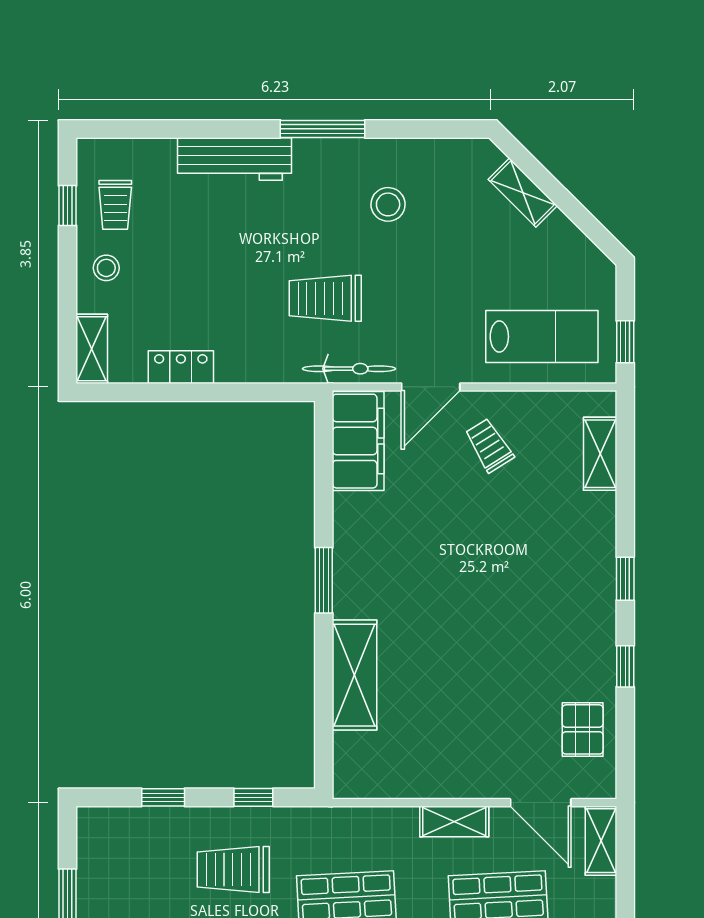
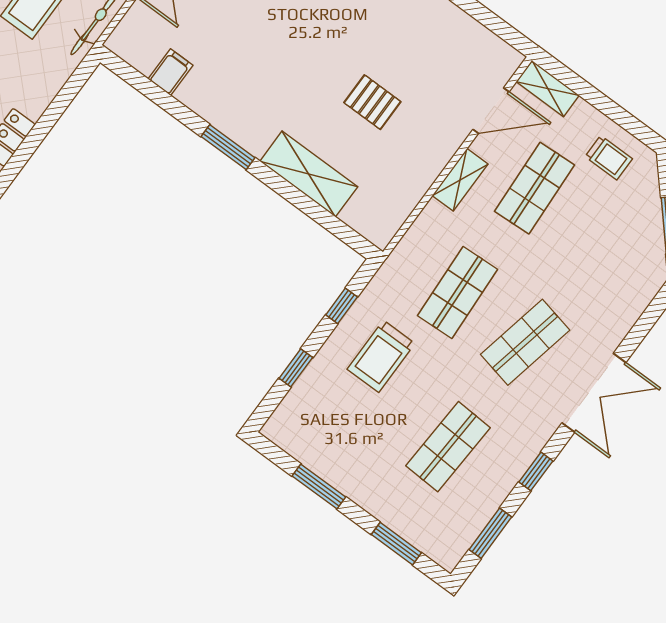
filing cabinet: (358, 441) -> (170, 72), width x0.33, depth x0.86
pallet: (583, 729) -> (372, 102), moved

